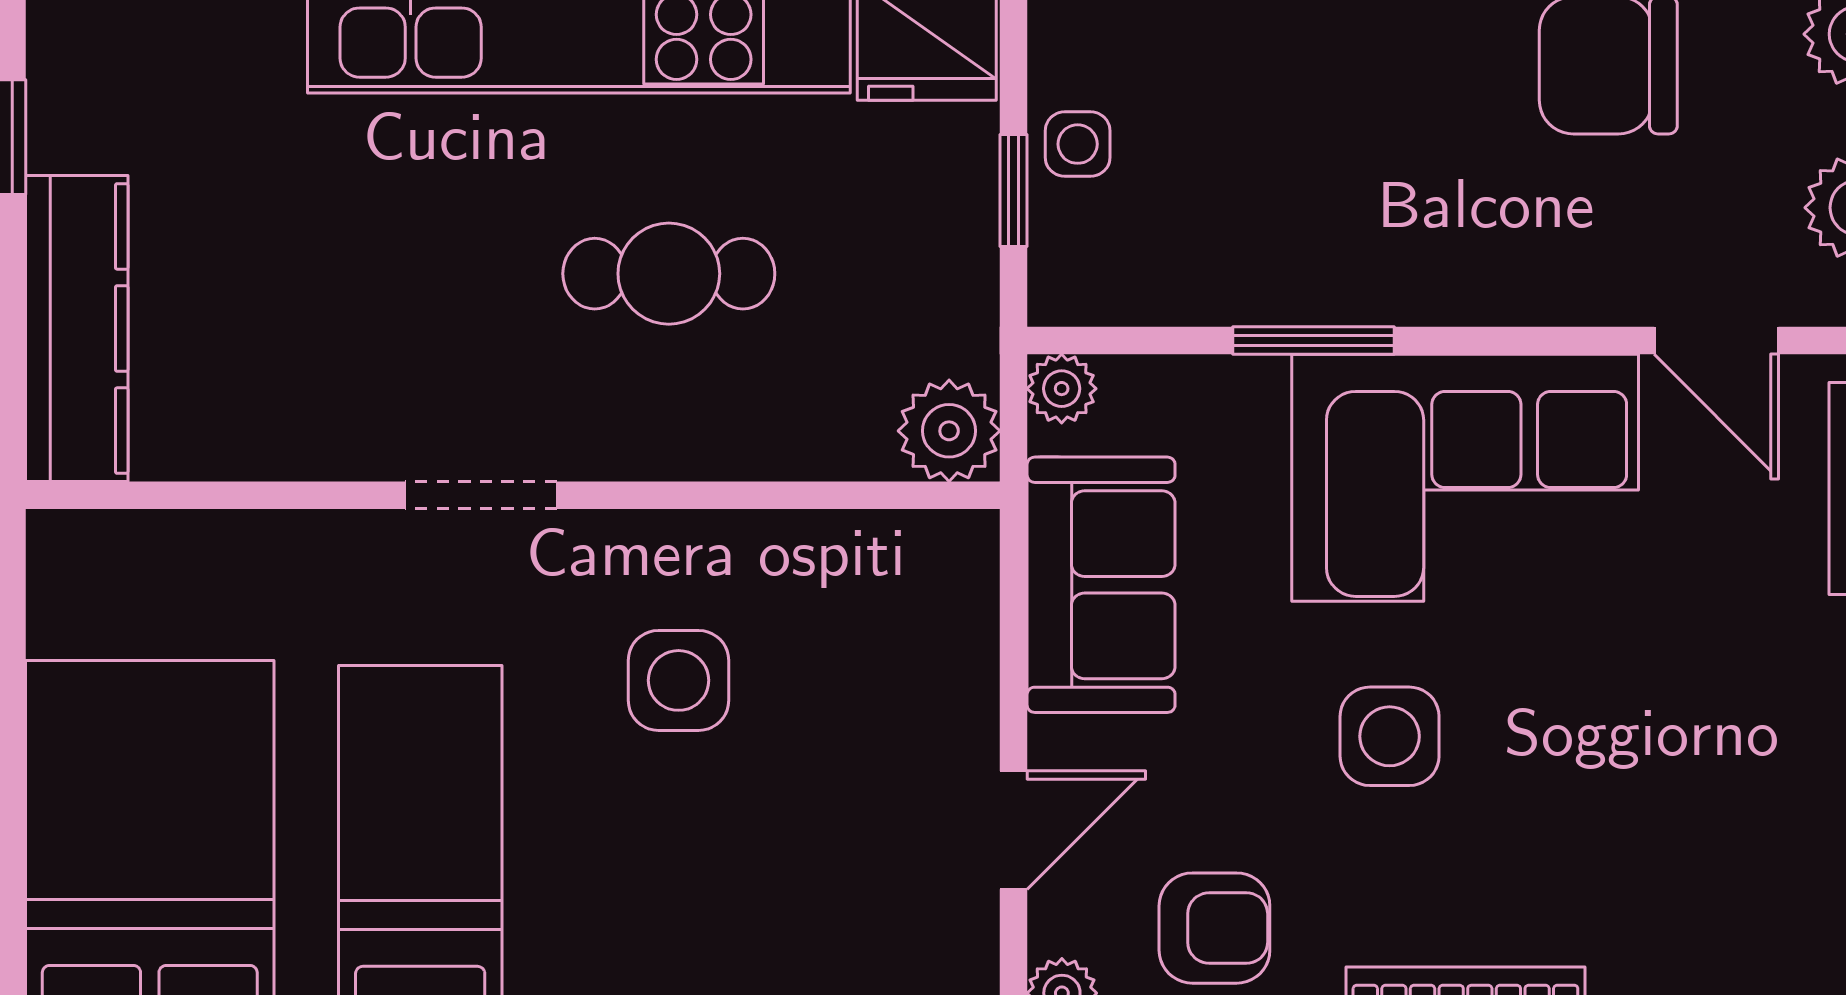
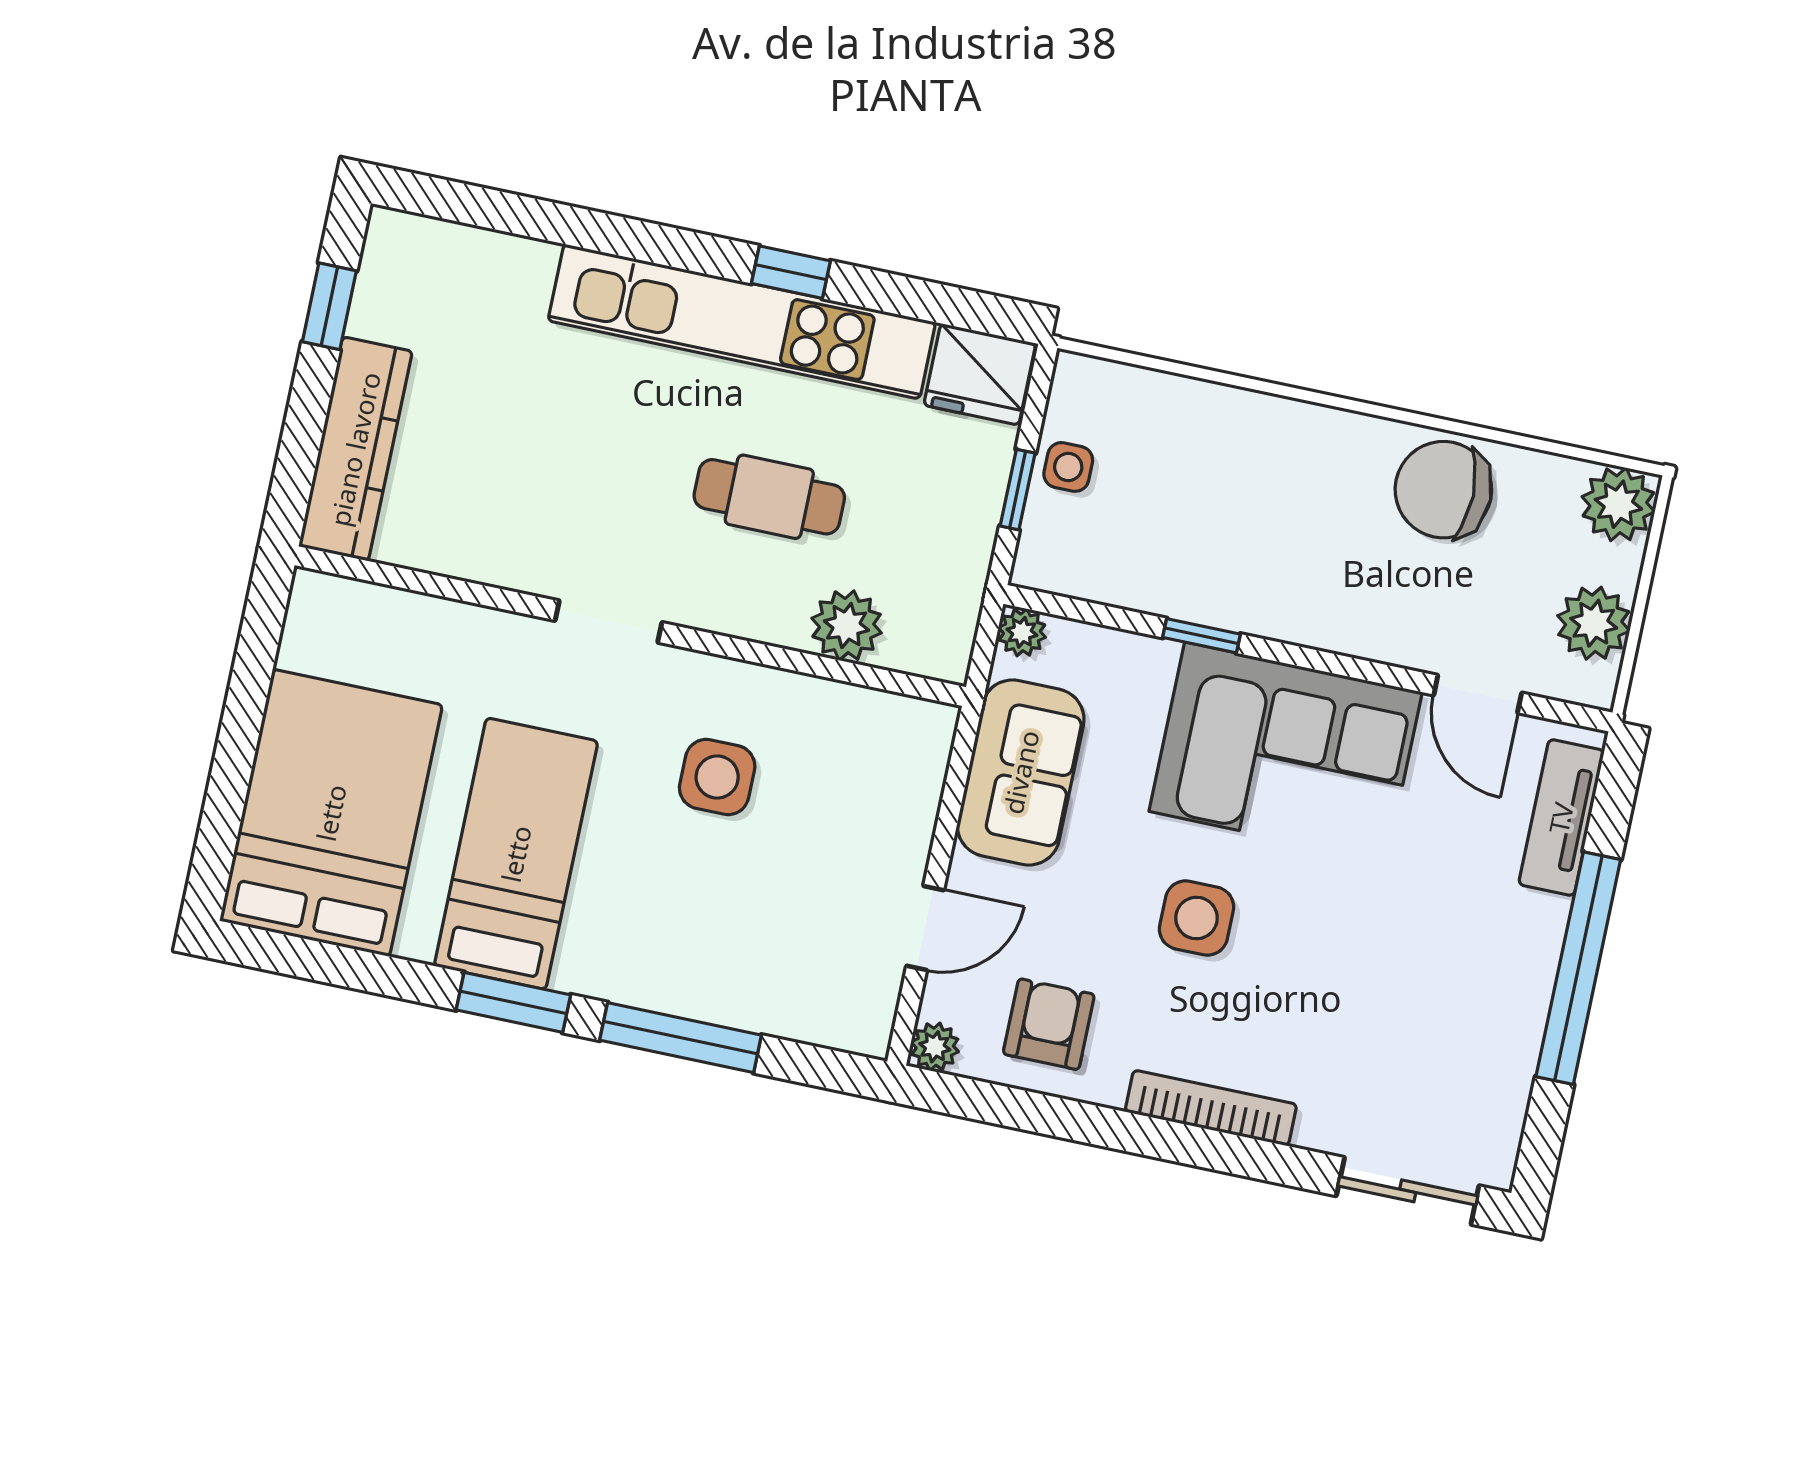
window: (1313, 341) -> (1202, 636), width x0.67
plant: (949, 431) -> (847, 626), moved
armchair: (1214, 928) -> (1049, 1024), turned -90

